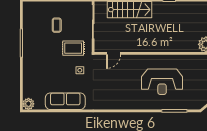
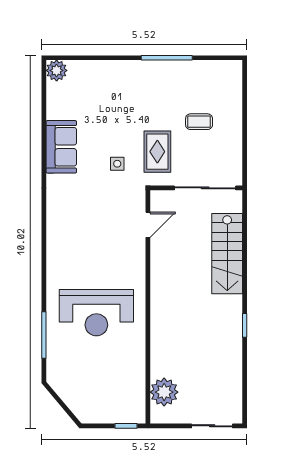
door: (113, 53) -> (148, 225), swing flipped
reception desk: (162, 82) -> (96, 313), turned -90
sofa: (65, 101) -> (61, 147), width x0.73

